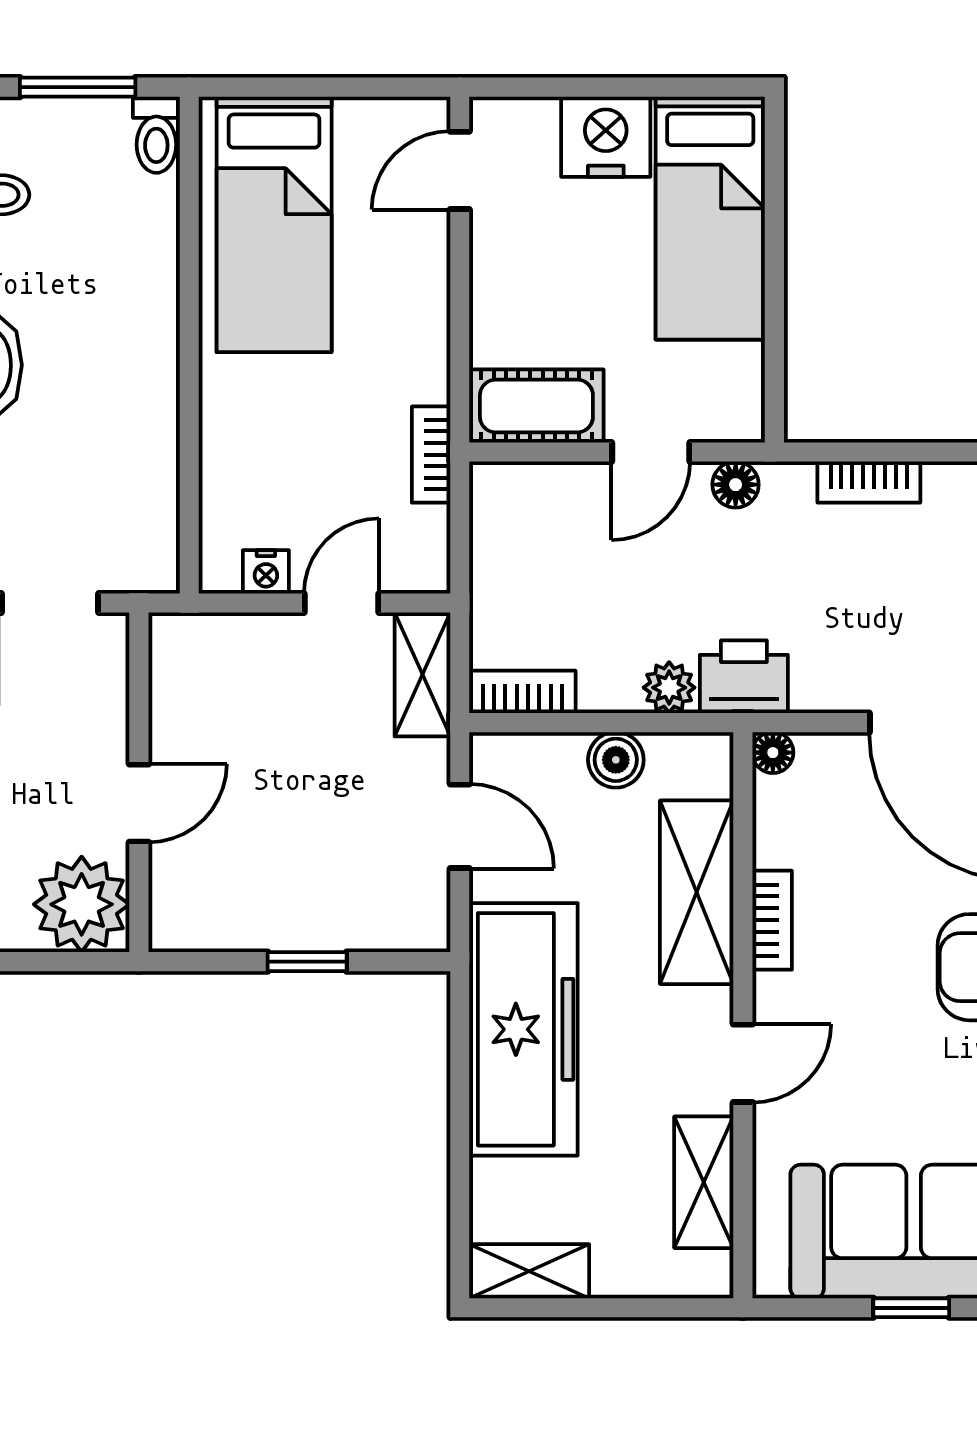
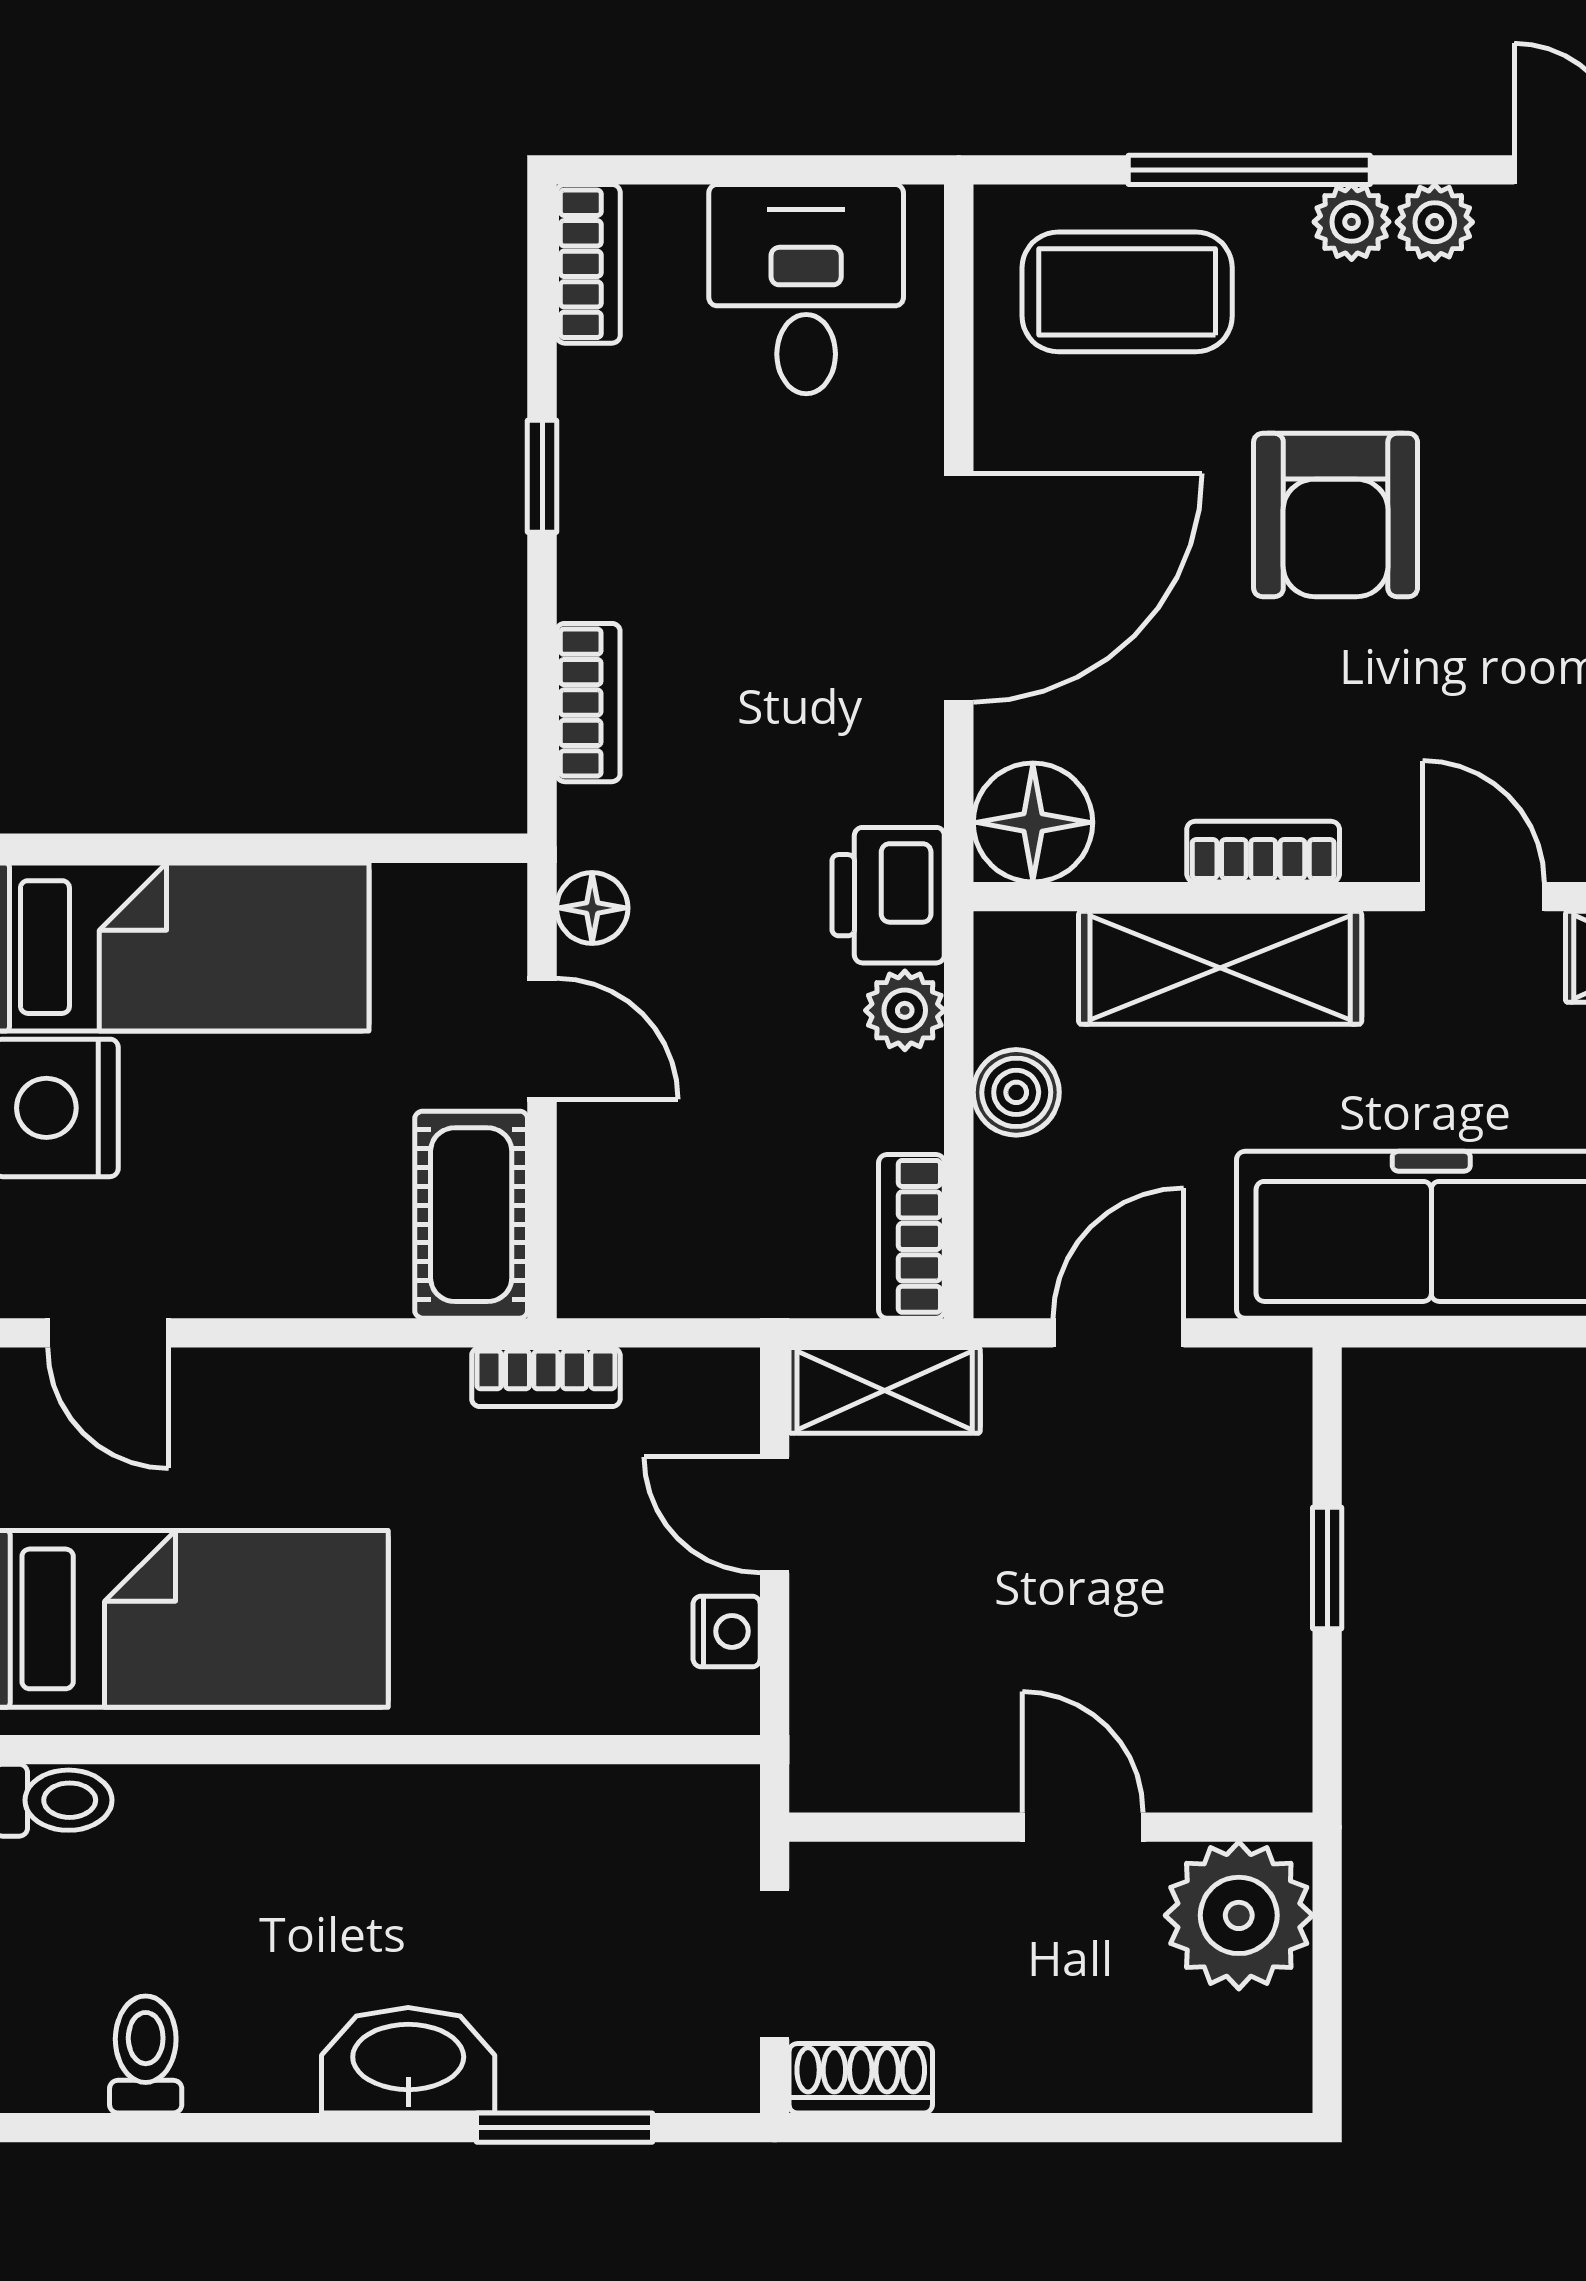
floor lamp: (773, 753) -> (1033, 822), width x1.89, depth x1.89

